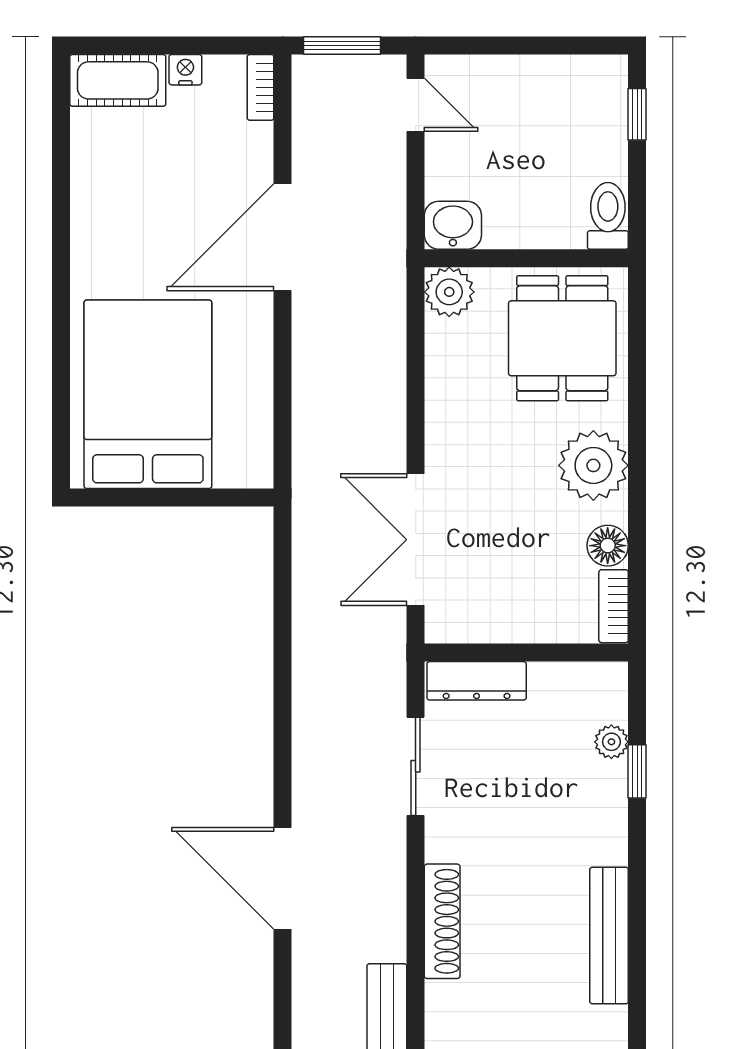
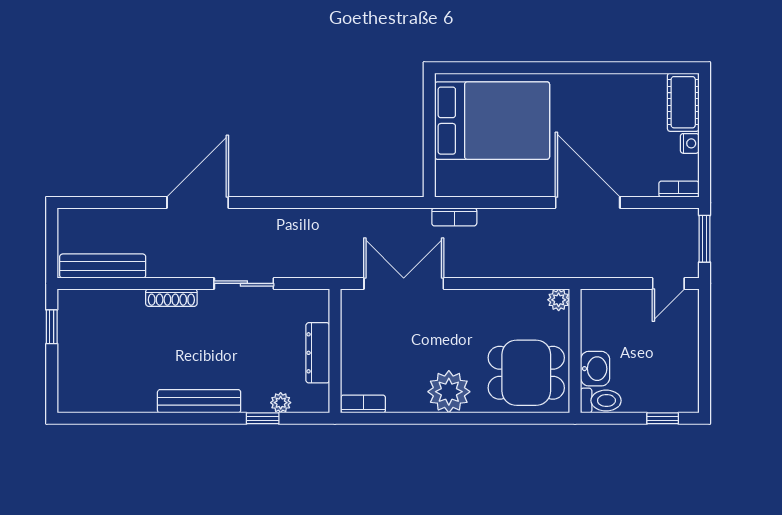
washbasin: (453, 225) -> (595, 369), moved
plant: (449, 292) -> (559, 300), width x0.73, depth x0.73
bookcase: (306, 457) -> (454, 217), added
floor lamp: (608, 546) -> (400, 400), removed
dresser: (477, 681) -> (318, 353), moved
sliding door: (416, 766) -> (244, 283), moved
shoe rack: (442, 921) -> (171, 298), width x0.74, depth x0.81
bench: (609, 936) -> (199, 401), moved

